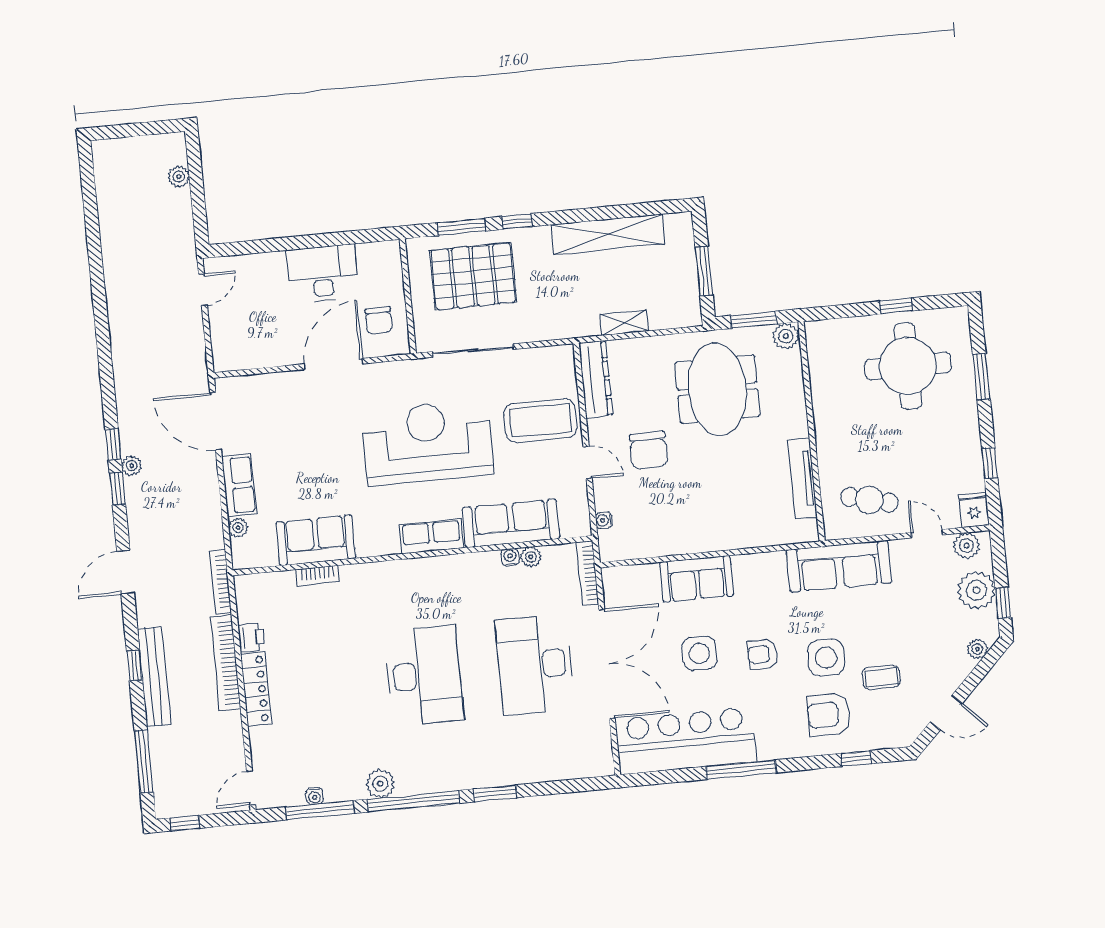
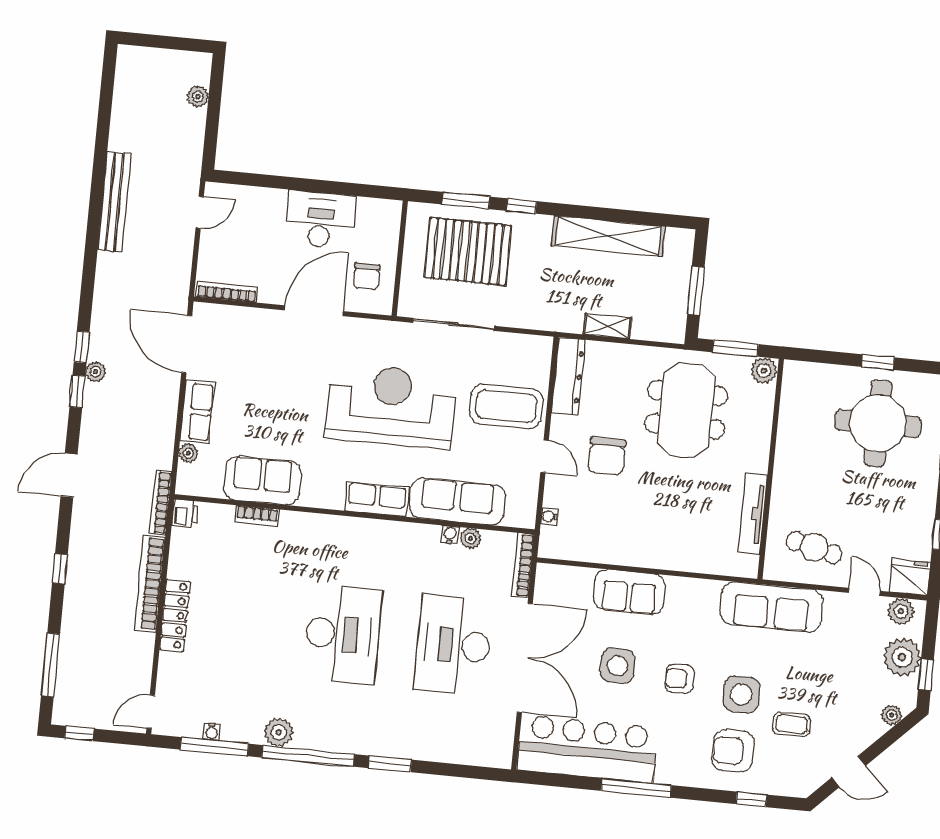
bookcase: (245, 362) -> (227, 292), added
fridge: (974, 510) -> (910, 577), width x1.38
printer: (251, 637) -> (185, 514), moved
bench: (154, 676) -> (115, 202), moved

